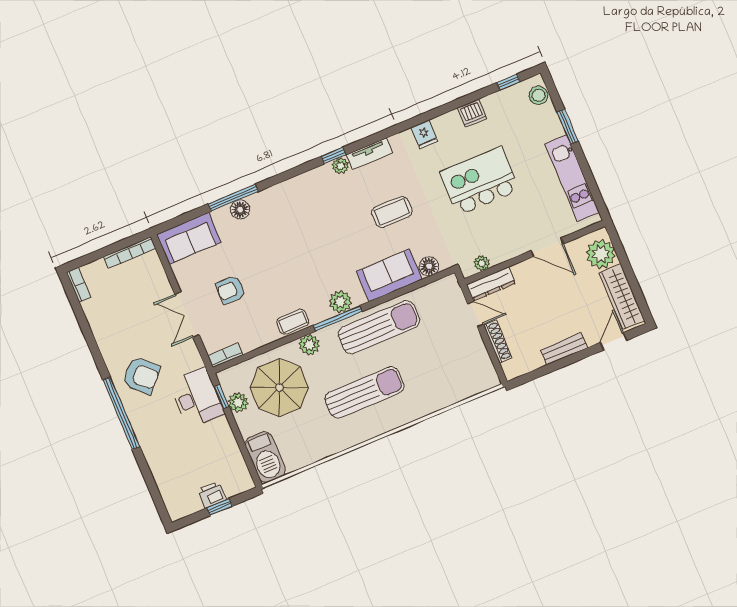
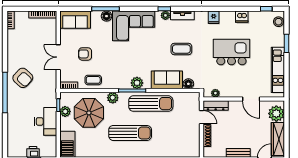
corner sofa: (293, 207) -> (134, 26), added
coffee table: (293, 322) -> (93, 80), moved
desk: (197, 398) -> (46, 121), moved

